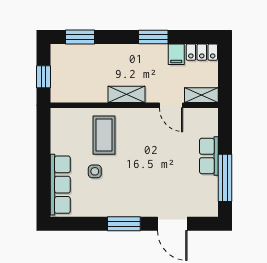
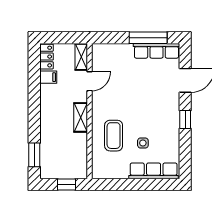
window: (153, 37) -> (34, 96), removed
coffee table: (104, 135) -> (114, 136), turned 90
row of seats: (209, 156) -> (156, 51), moved, width x1.48
window: (124, 224) -> (185, 120), width x0.67

